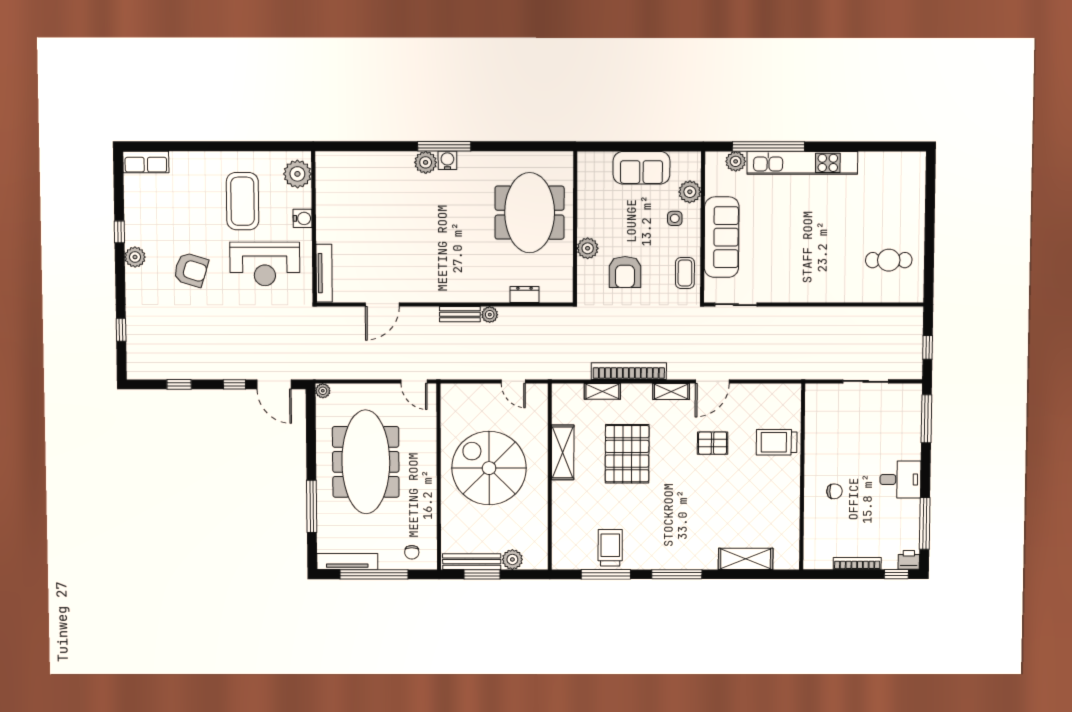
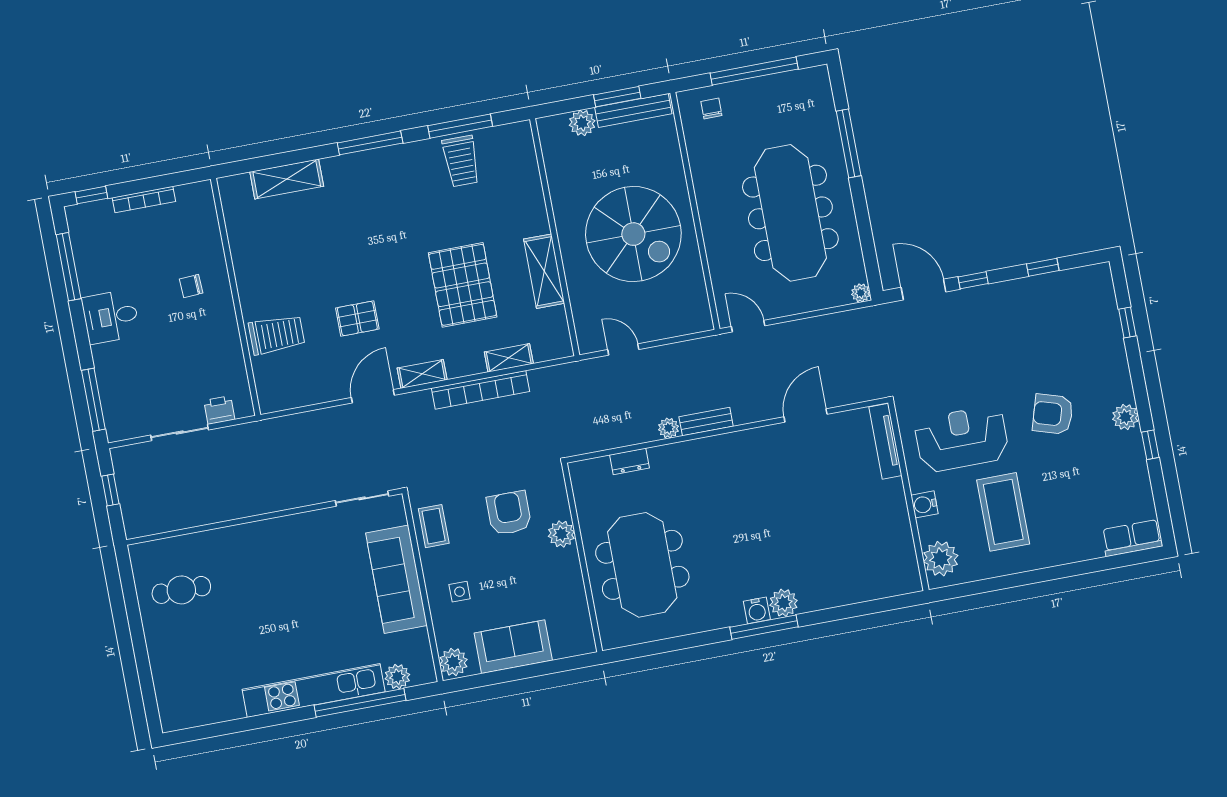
plant: (690, 192) -> (453, 662), moved
printer: (909, 560) -> (219, 410), moved, turned 180
tv unit: (347, 562) -> (791, 81), removed

